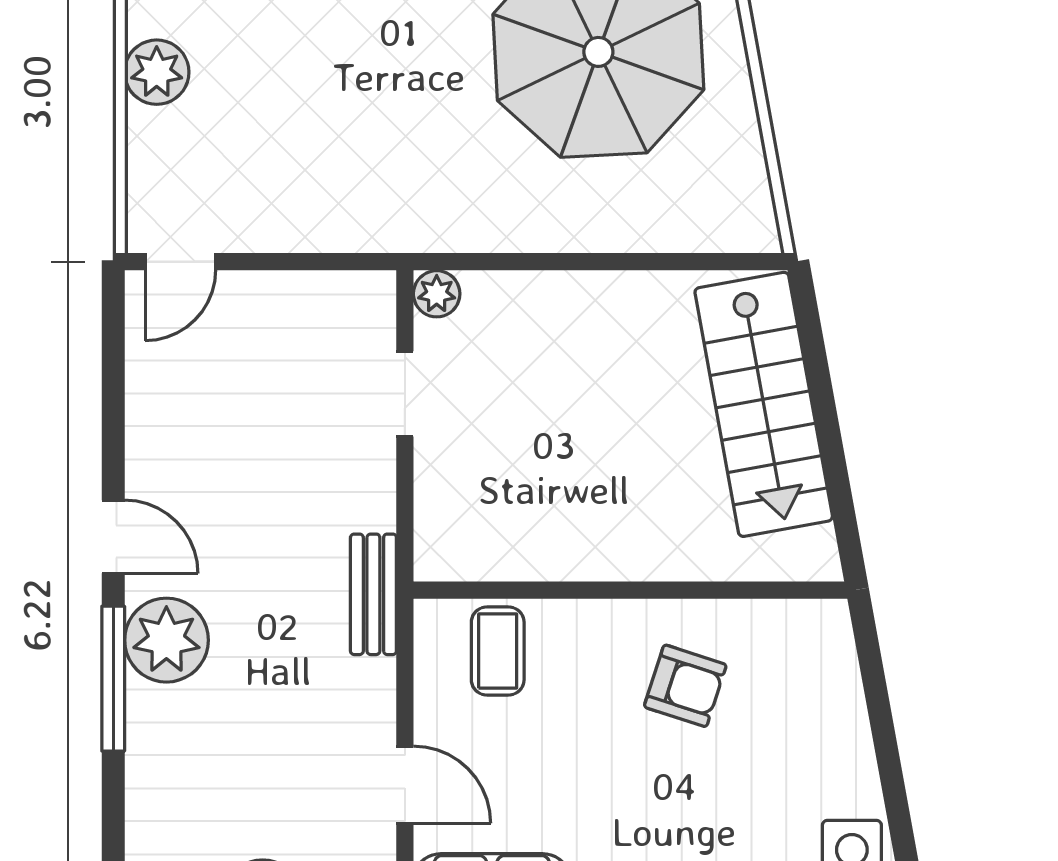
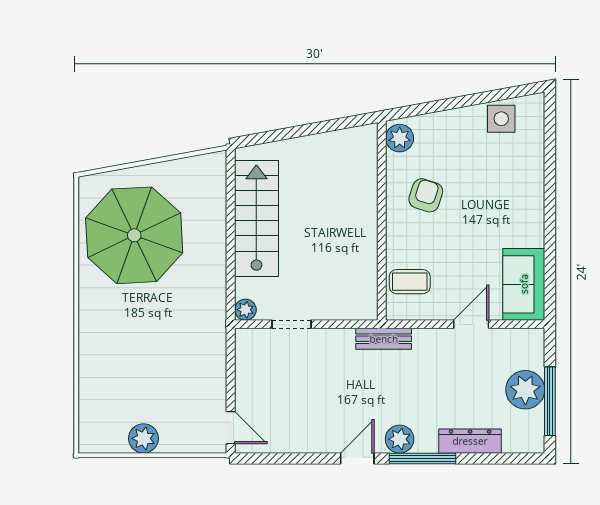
stairs: (764, 404) -> (256, 218), moved, turned -80
plant: (810, 629) -> (400, 138), added
plant: (166, 640) -> (400, 439), width x0.73, depth x0.73
dresser: (151, 782) -> (470, 441), added

